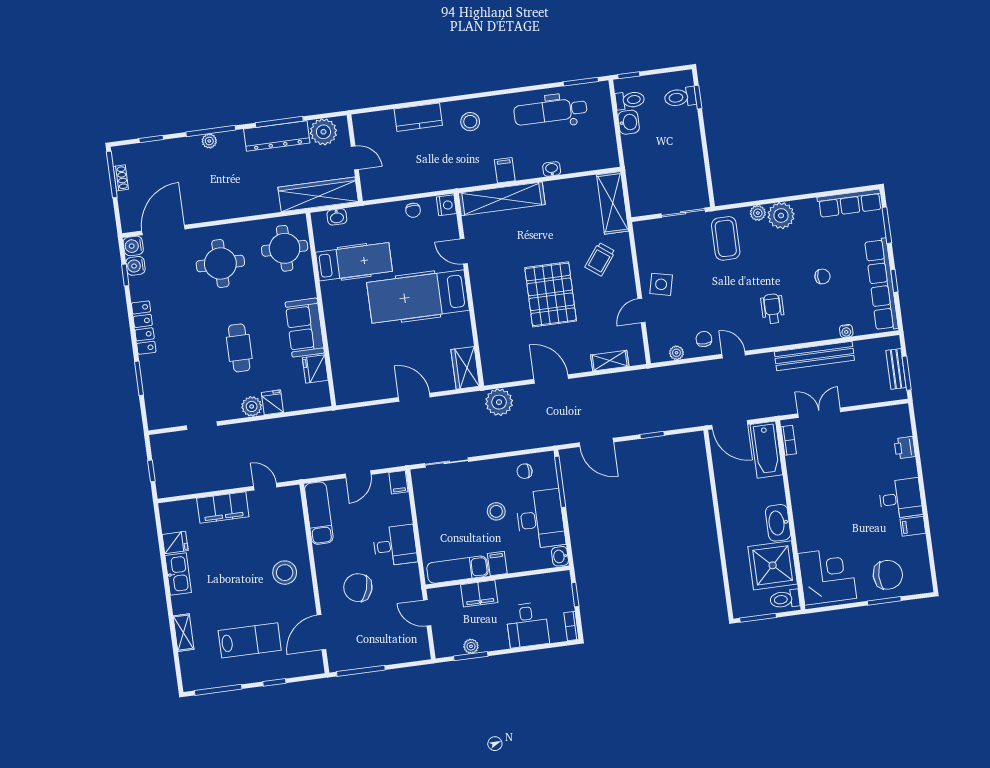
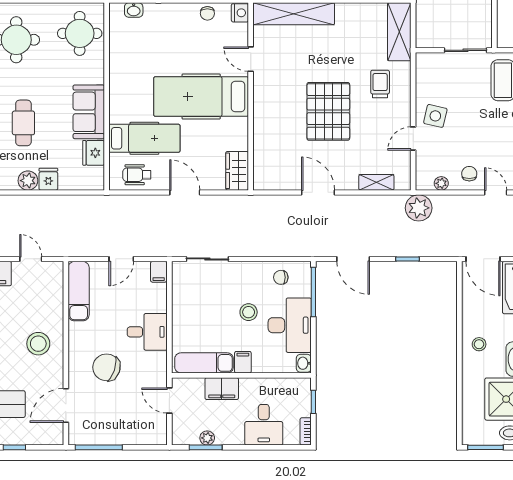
trolley: (600, 259) -> (380, 84), turned 143
hospital bed: (354, 262) -> (144, 138), moved
wheelchair: (363, 386) -> (137, 175), added
plant: (499, 402) -> (419, 208), moved
stool: (737, 513) -> (479, 344), added

